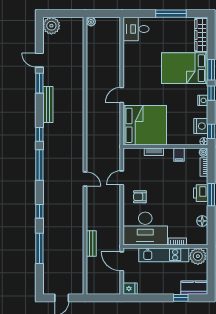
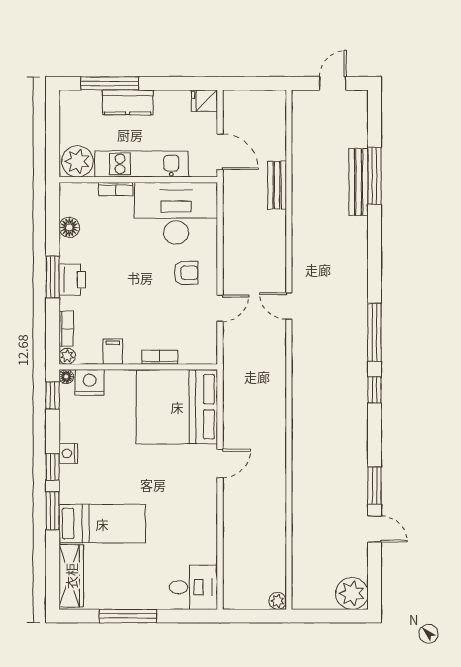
bed: (185, 68) -> (102, 524), width x0.67
bench: (48, 105) -> (359, 182), moved
nightstand: (201, 126) -> (90, 382), moved, turned 90
window: (39, 211) -> (374, 246), removed
kitchen counter: (194, 288) -> (128, 102), moved
window: (181, 298) -> (110, 83), width x2.17

